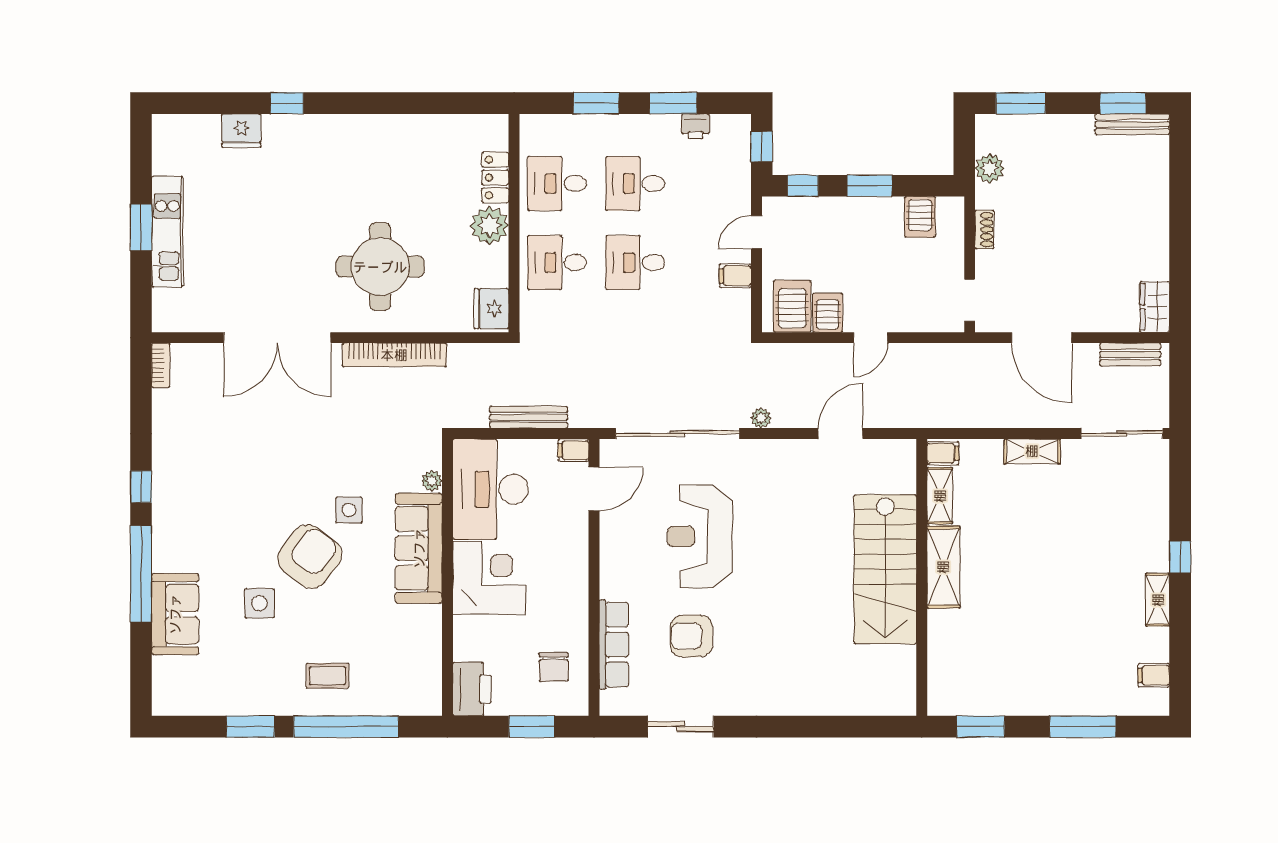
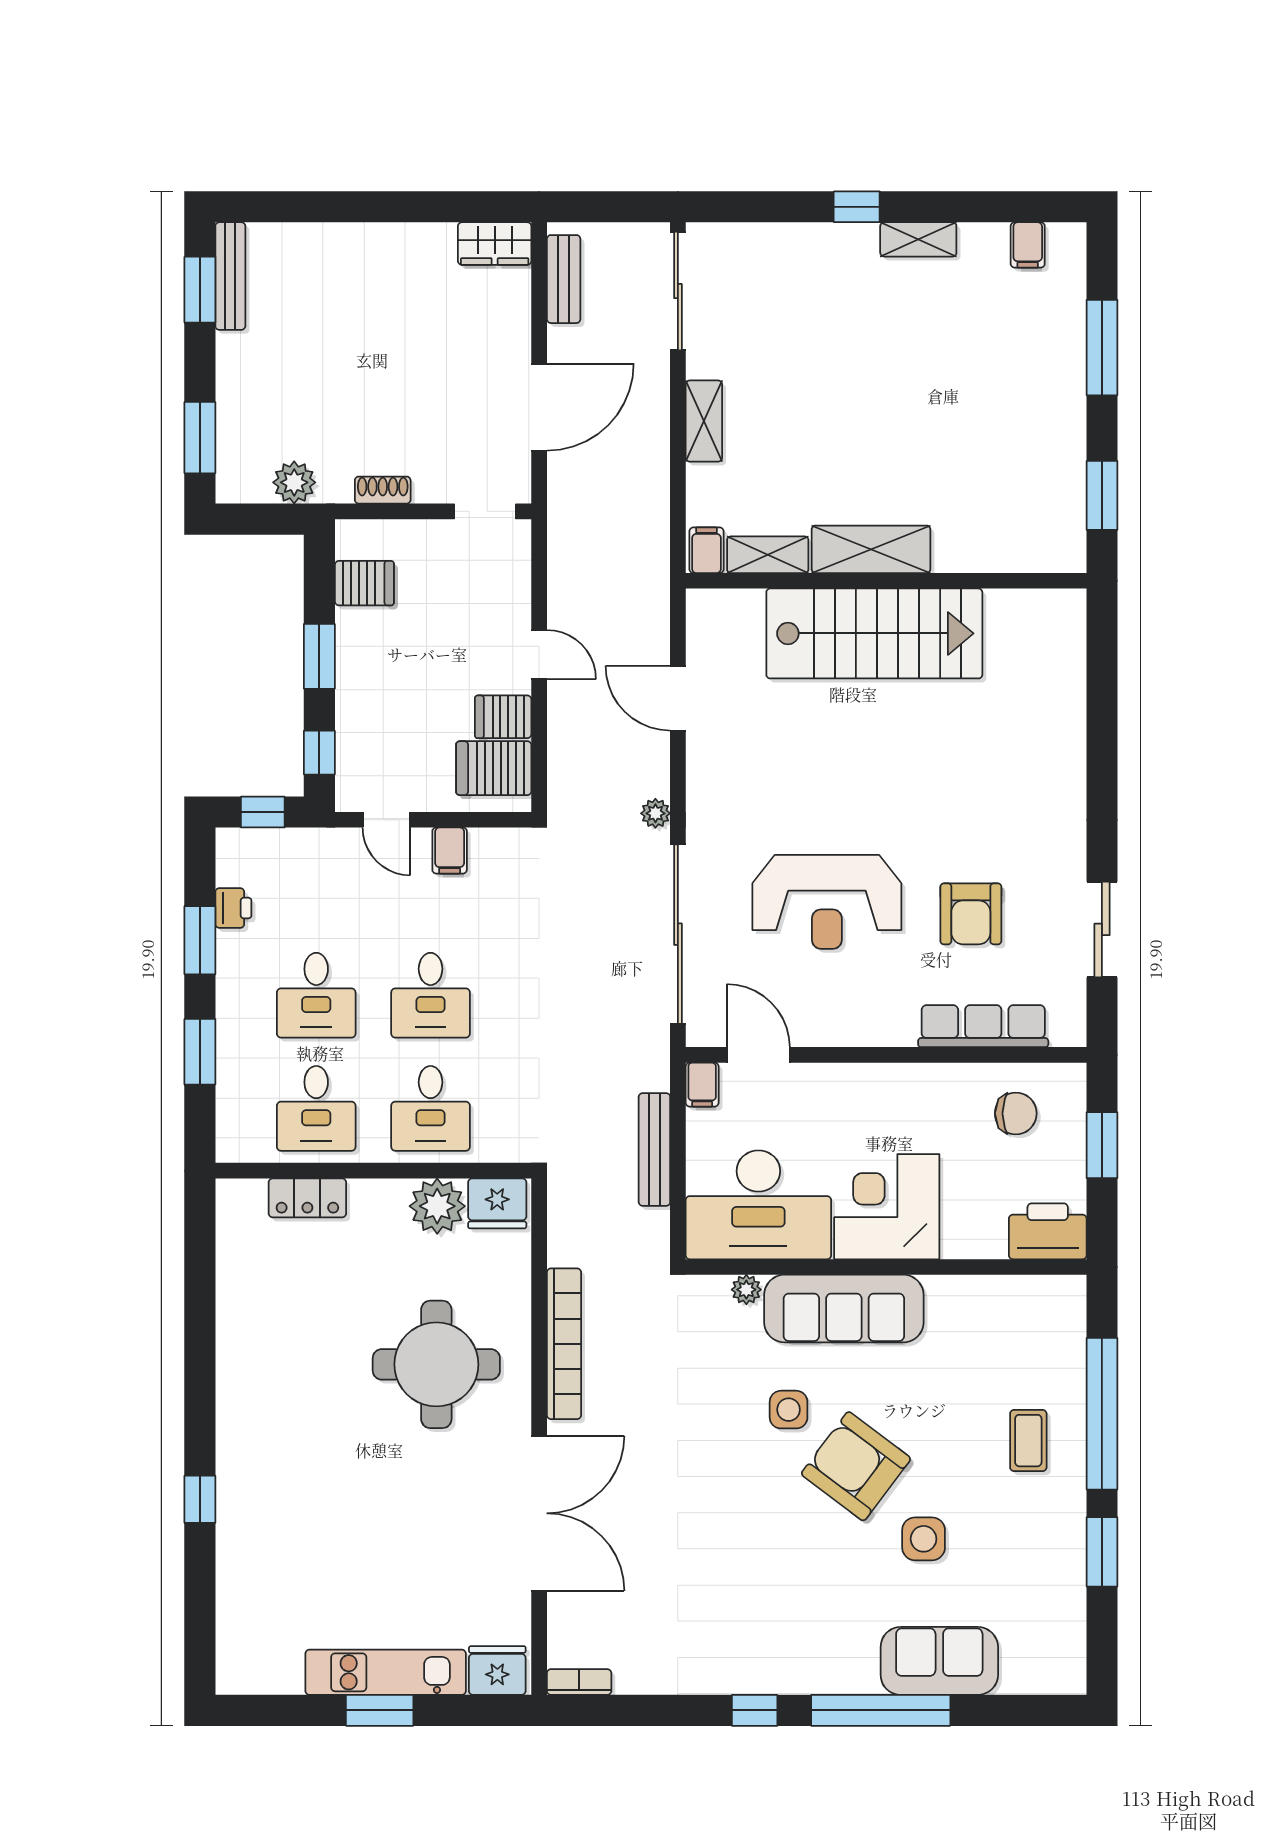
fridge: (241, 131) -> (497, 1670), moved, turned -90
plant: (490, 226) -> (437, 1206), moved

